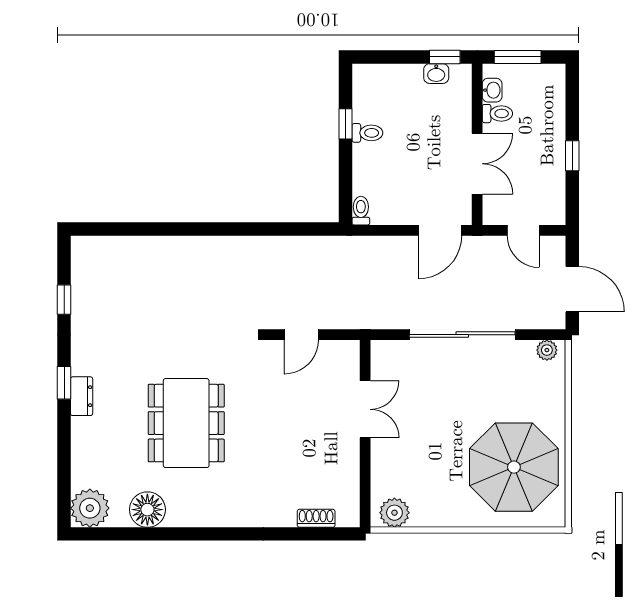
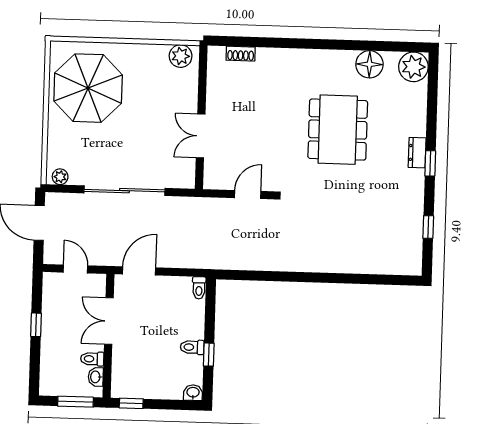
washbasin: (436, 74) -> (193, 393), moved

